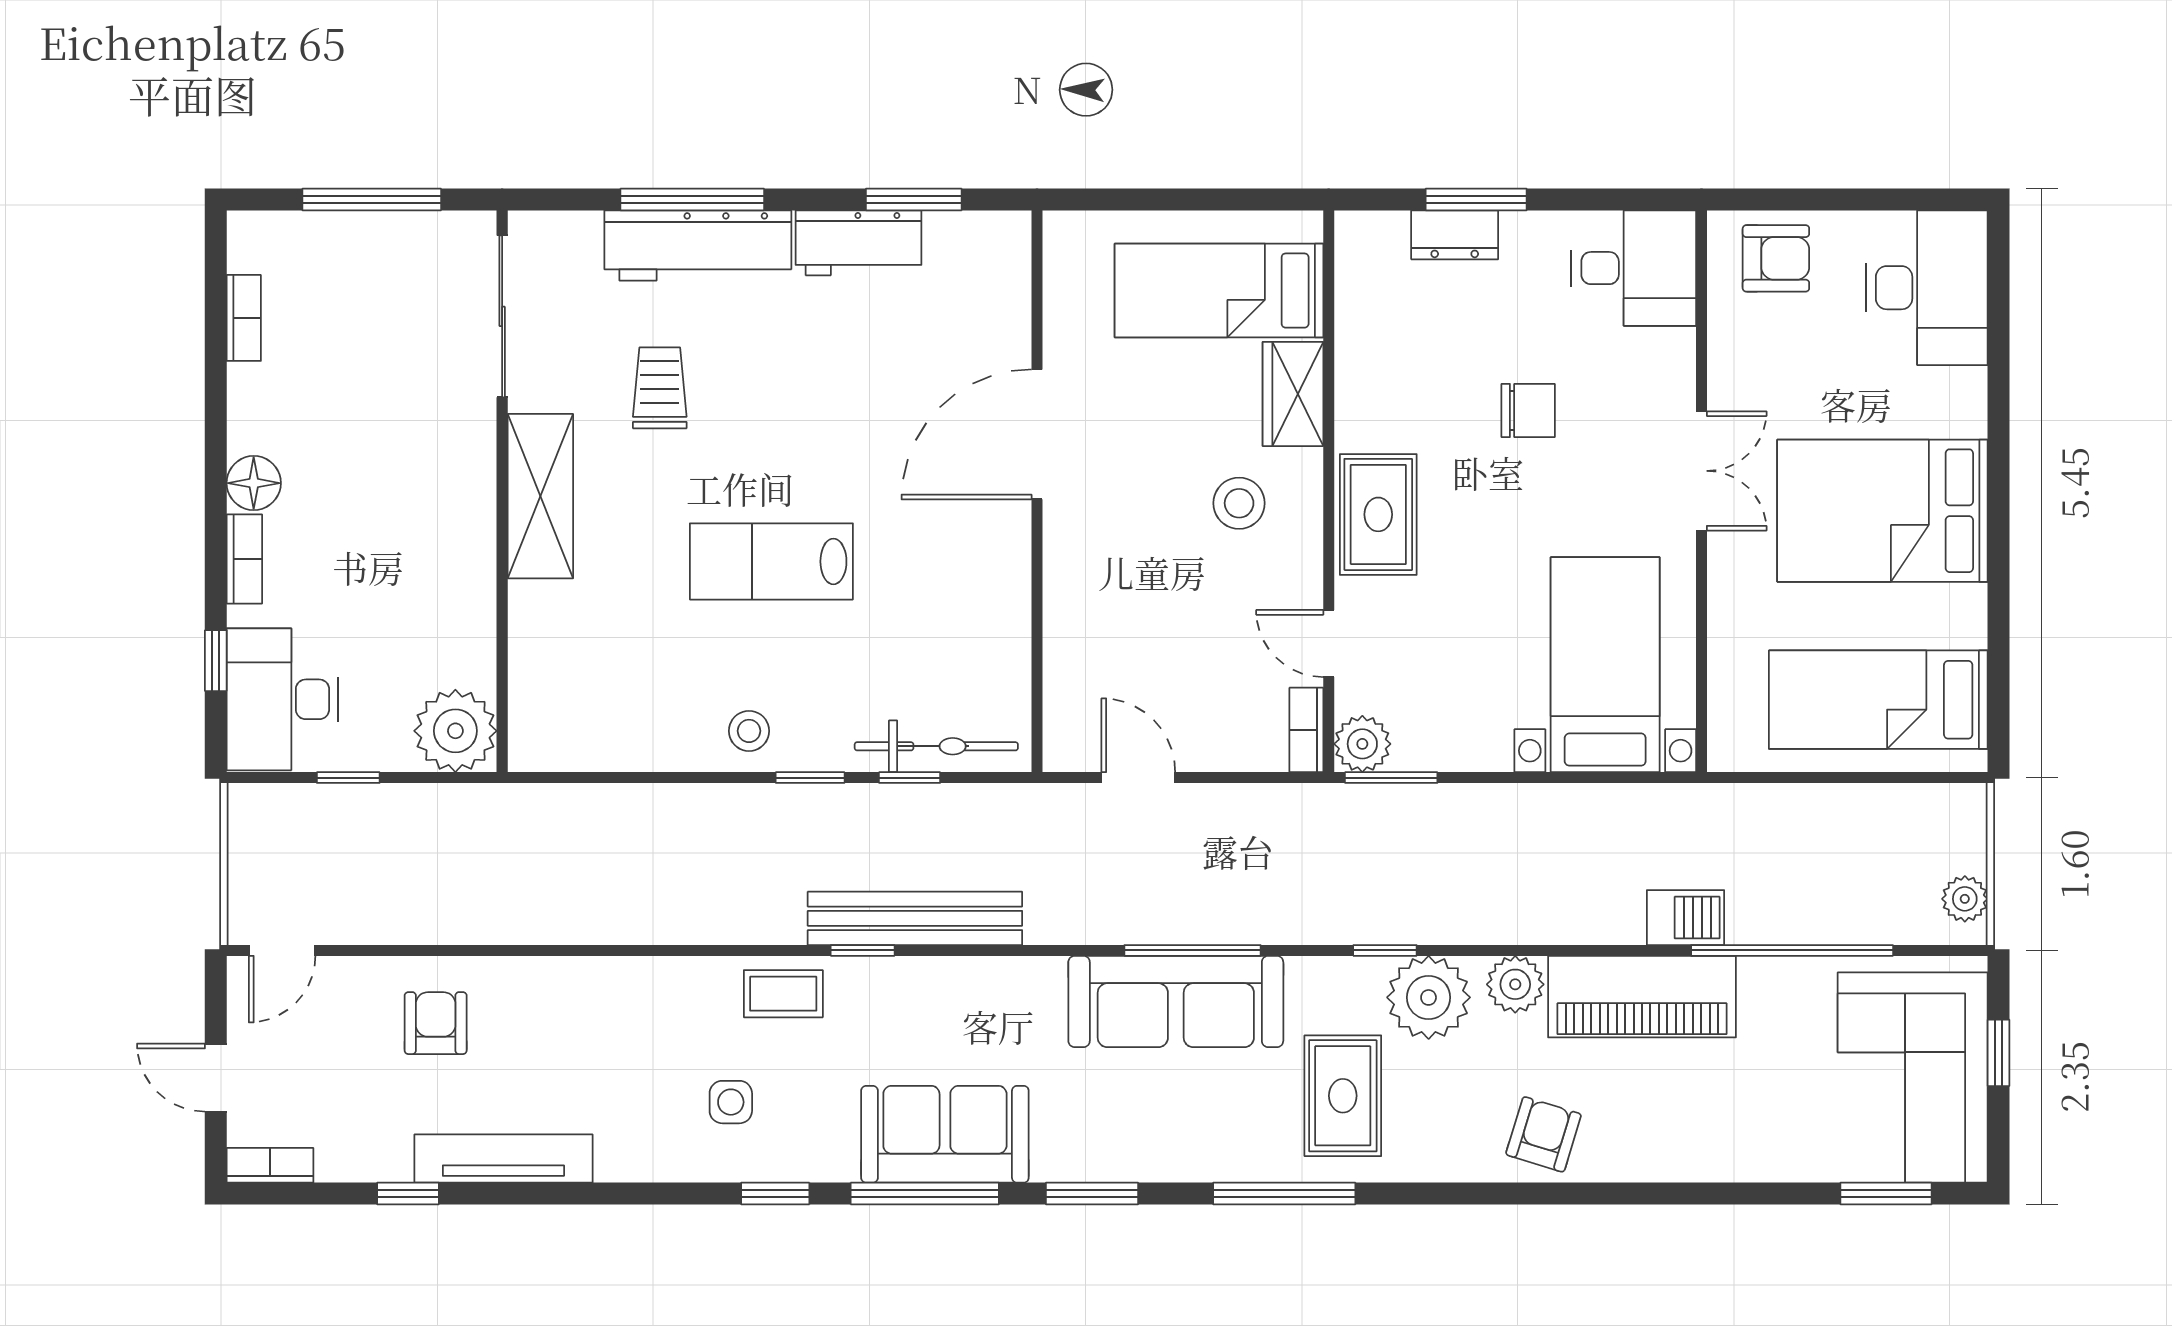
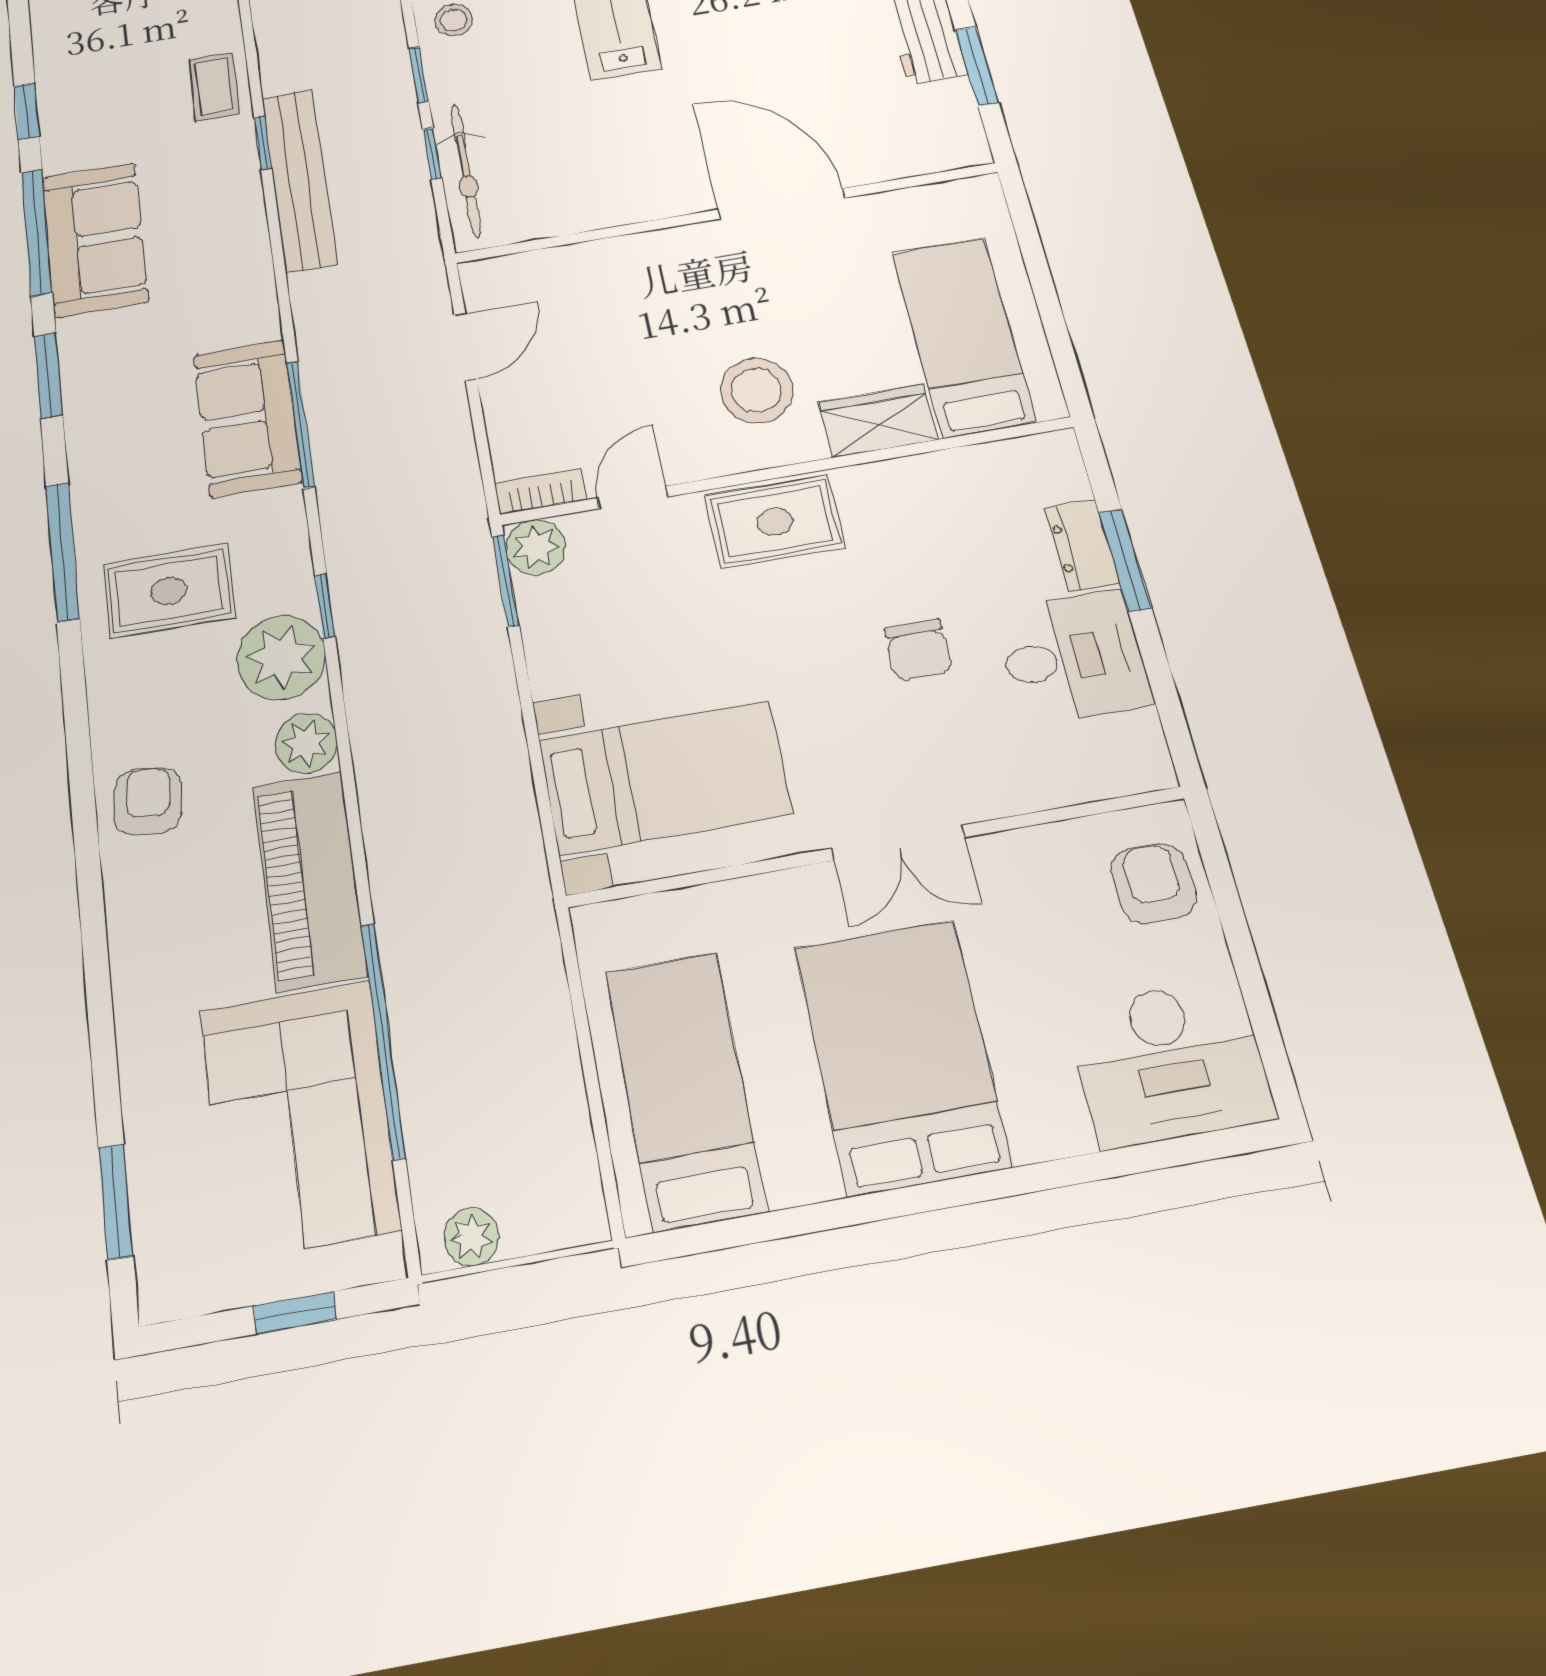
armchair: (1776, 258) -> (1153, 883), turned 180
desk: (1634, 268) -> (1073, 657), moved, turned -90
stool: (1239, 503) -> (756, 390), width x1.38, depth x1.38
barbecue: (1686, 918) -> (403, 913), removed
sofa: (1176, 1001) -> (247, 418), width x0.73
corner sofa: (1913, 1078) -> (299, 1119), moved, turned -90
side table: (731, 1102) -> (109, 62), removed
armchair: (1544, 1134) -> (148, 801), turned -101

